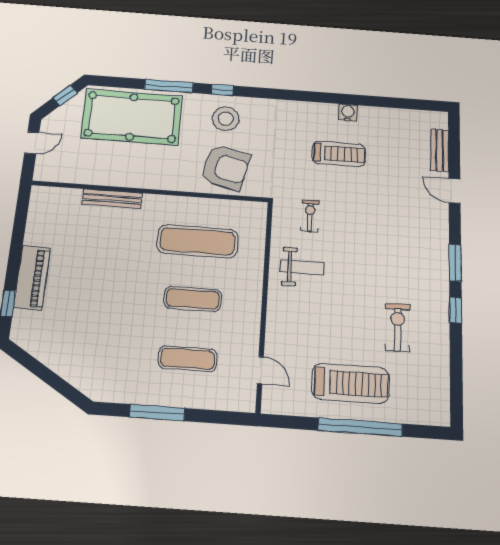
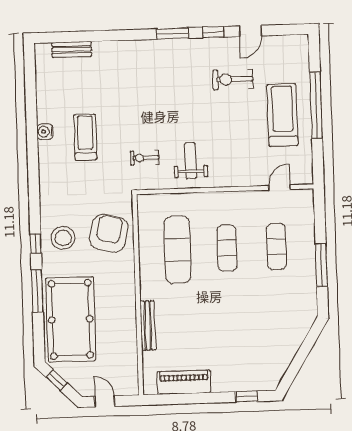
door: (455, 191) -> (250, 31), moved
piano: (32, 278) -> (184, 382), moved

